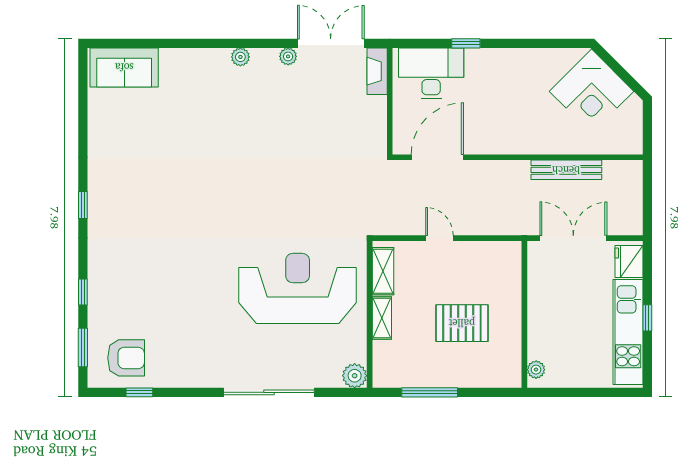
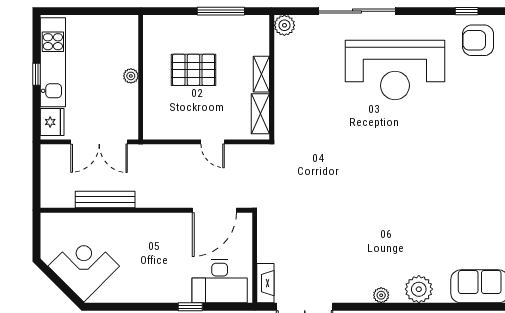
plant: (288, 56) -> (419, 289), moved, width x1.87, depth x1.87
reception desk: (298, 288) -> (395, 70), moved
plant: (536, 370) -> (131, 76), moved

